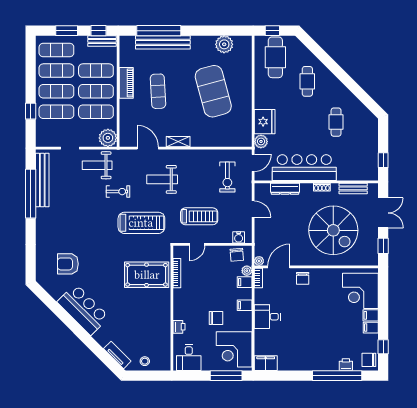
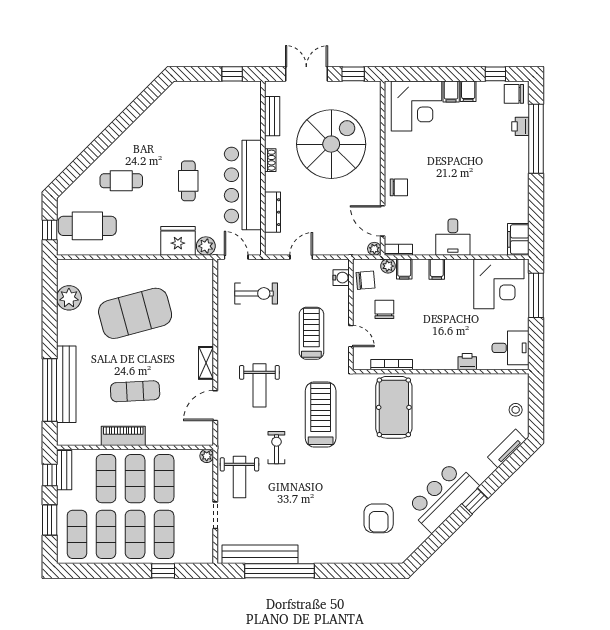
cafe table: (336, 122) -> (188, 181), moved, turned 90
plant: (108, 138) -> (207, 456), width x0.53, depth x0.53
chair: (216, 318) -> (384, 309), moved
window: (80, 332) -> (475, 501), added
chair: (369, 360) -> (514, 94), turned 90

